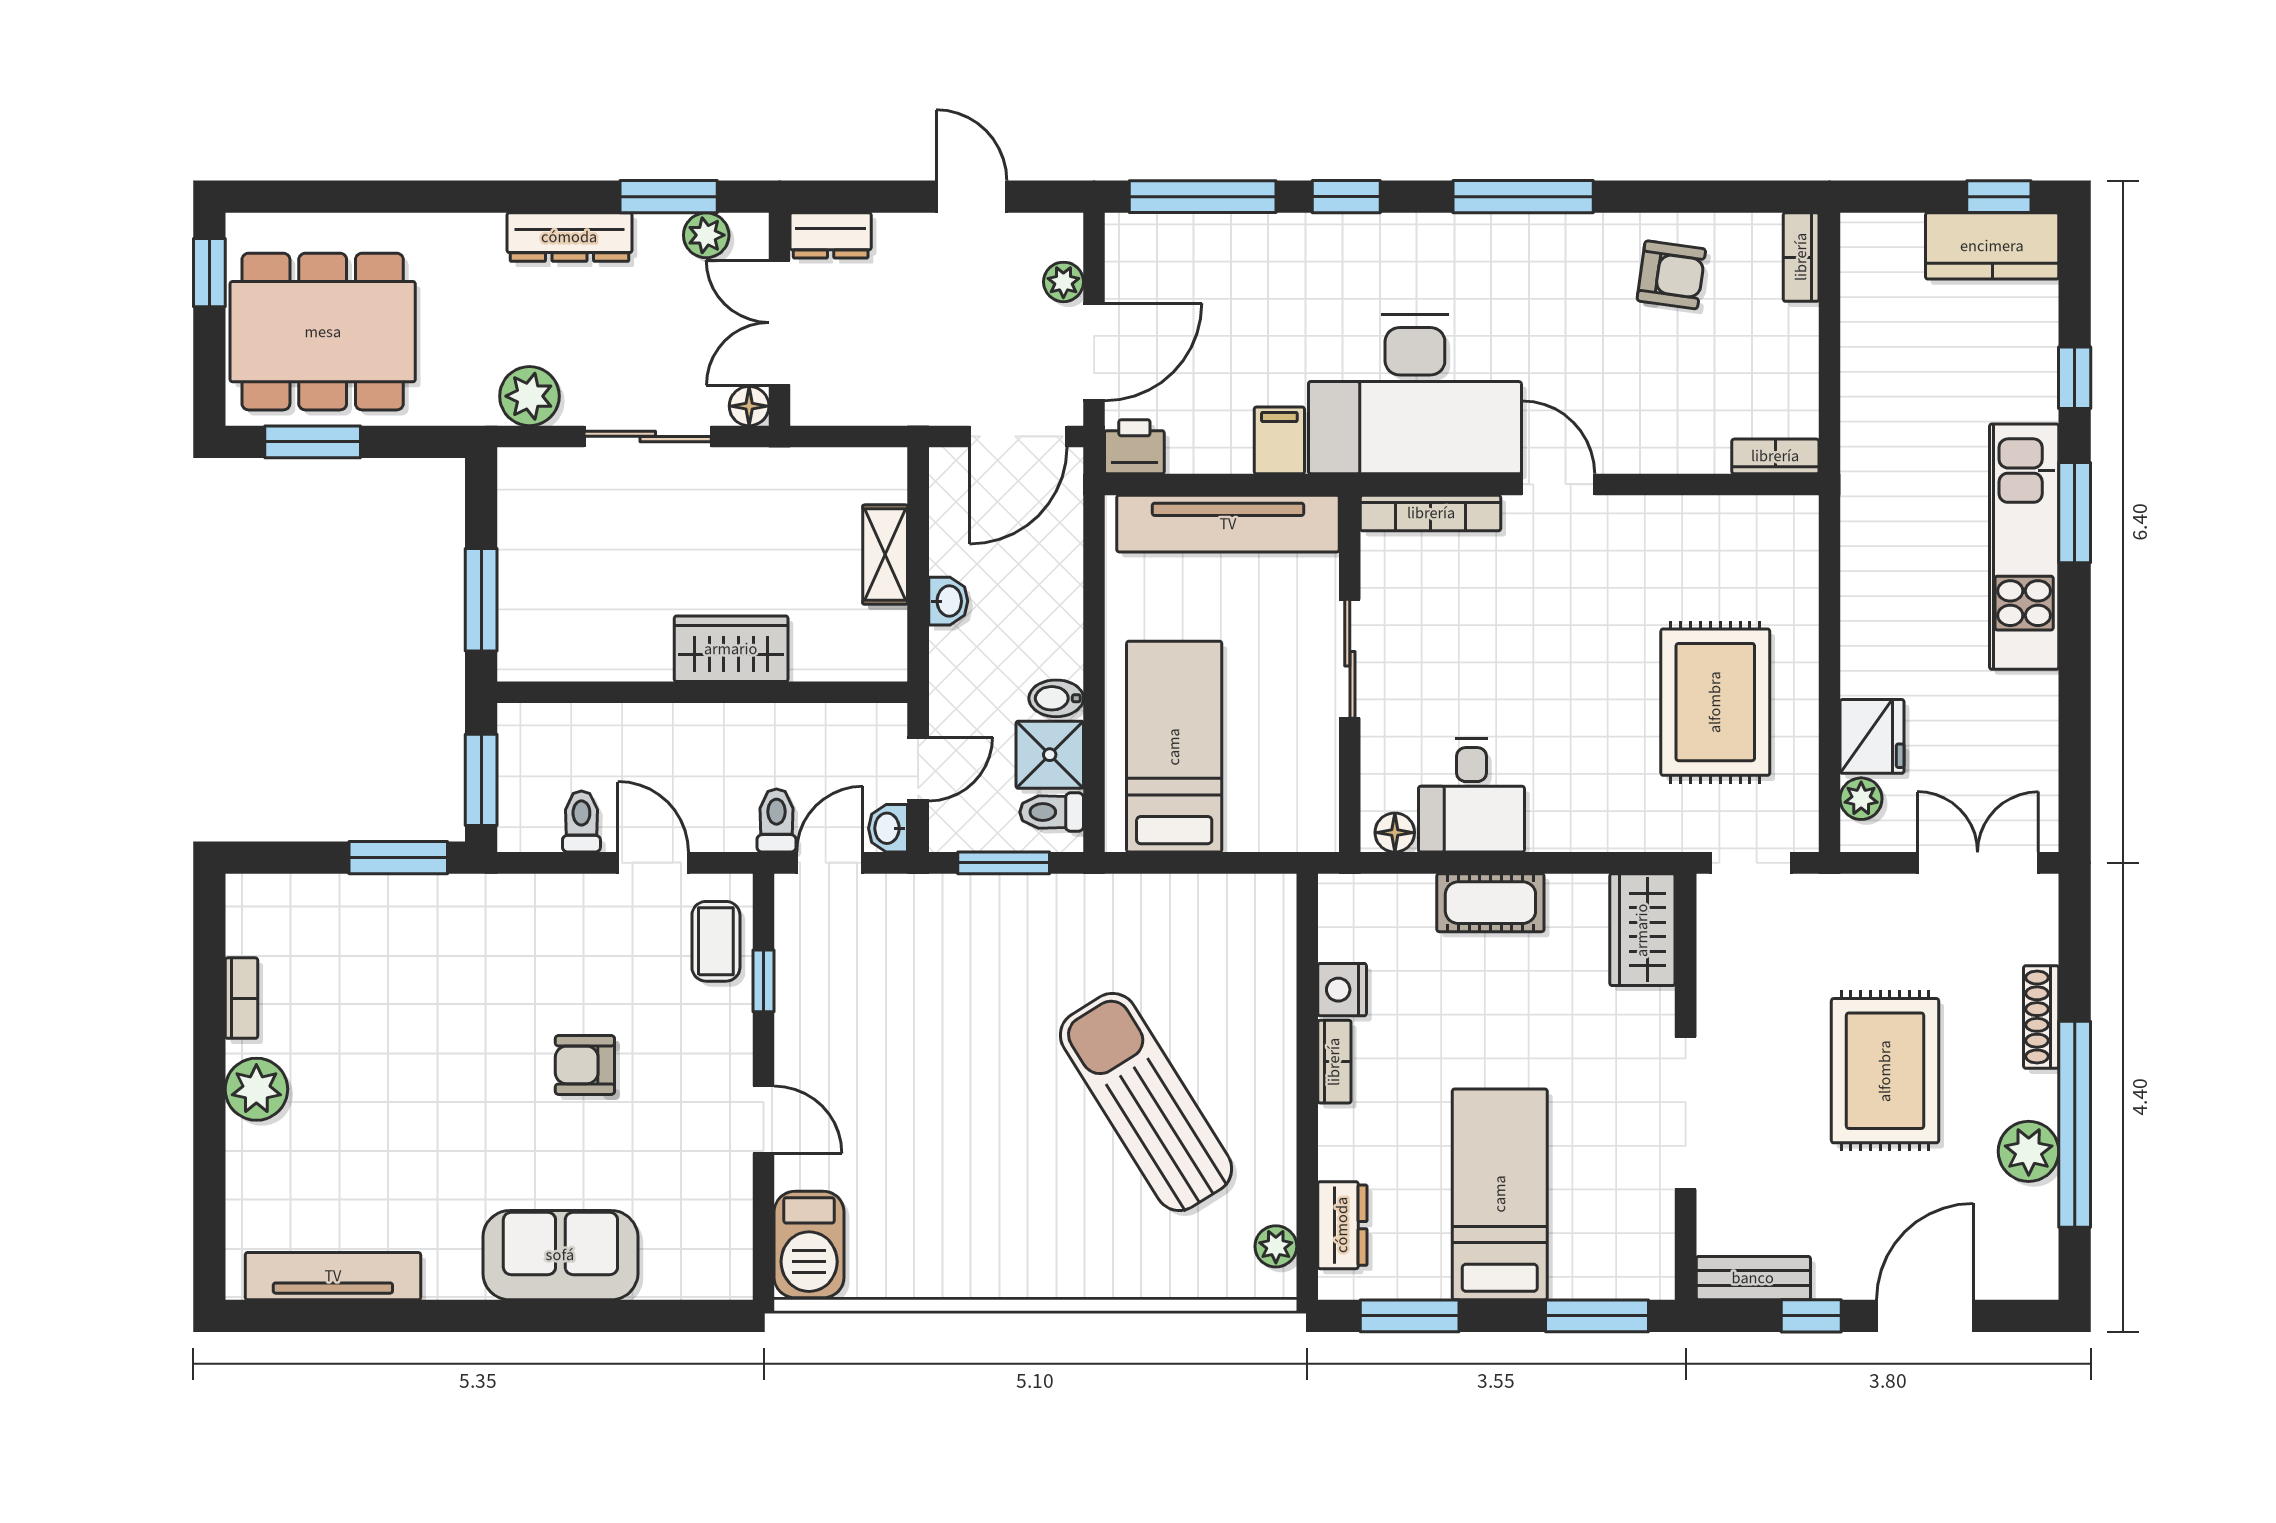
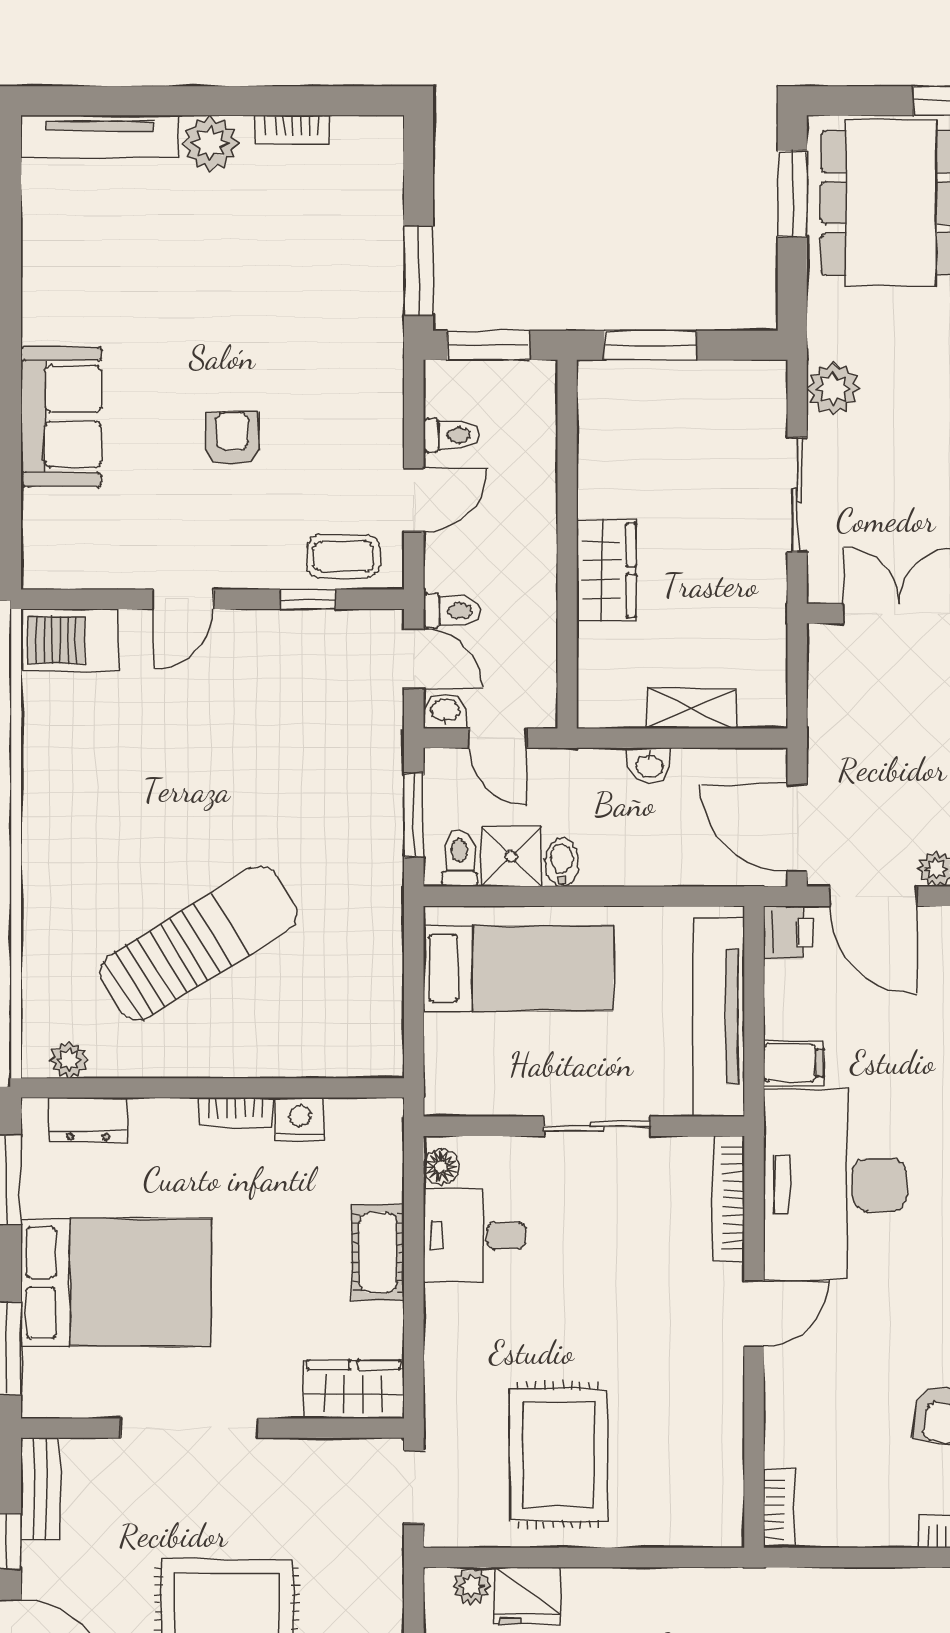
floor lamp: (749, 406) -> (824, 586), removed
rug: (1715, 702) -> (558, 1455), turned 90
bed: (1500, 1194) -> (116, 1282), width x1.50
tv unit: (333, 1276) -> (100, 137), moved, turned 90

